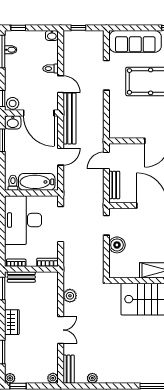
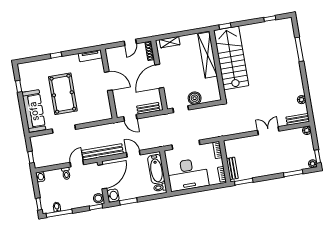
plant: (70, 296) -> (240, 128), removed
wardrobe: (12, 322) -> (269, 170), removed

